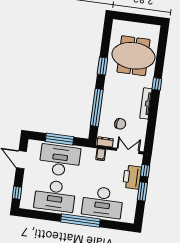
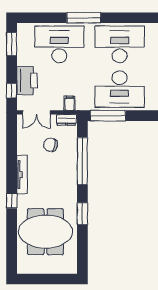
window: (60, 139) -> (108, 116), moved
window: (142, 191) -> (12, 44), moved
window: (80, 221) -> (84, 18), width x0.68

